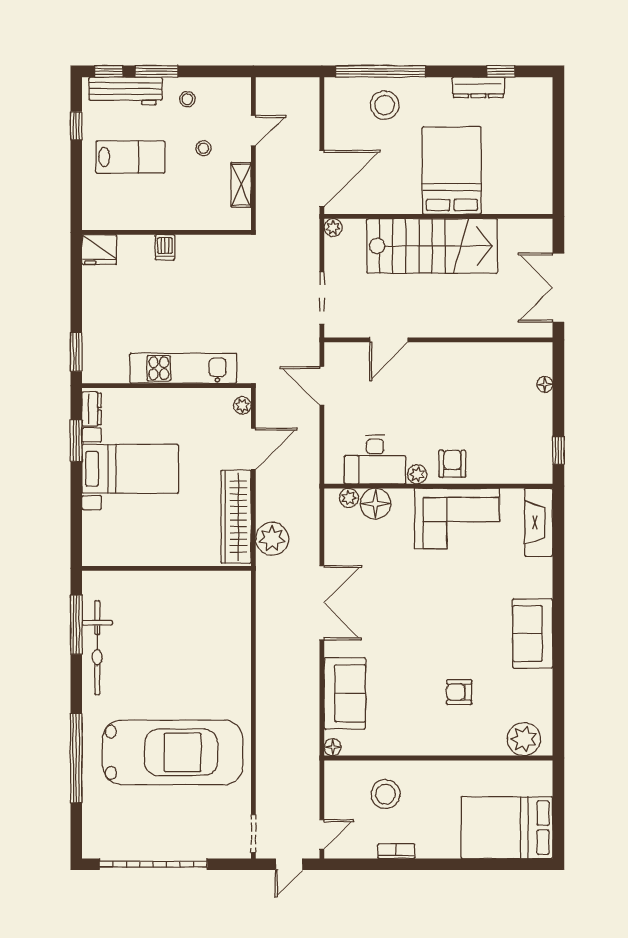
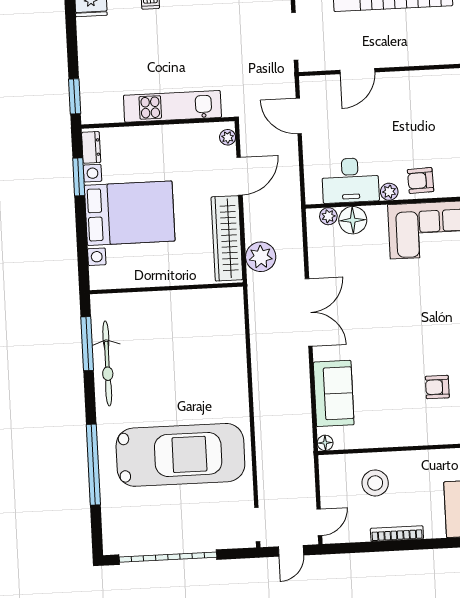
armchair: (452, 464) -> (421, 180), turned -92
bed with nightstands: (130, 469) -> (130, 213), width x1.36
bookcase: (396, 851) -> (397, 534), width x1.56

